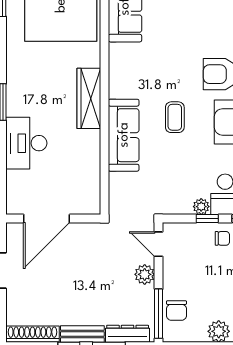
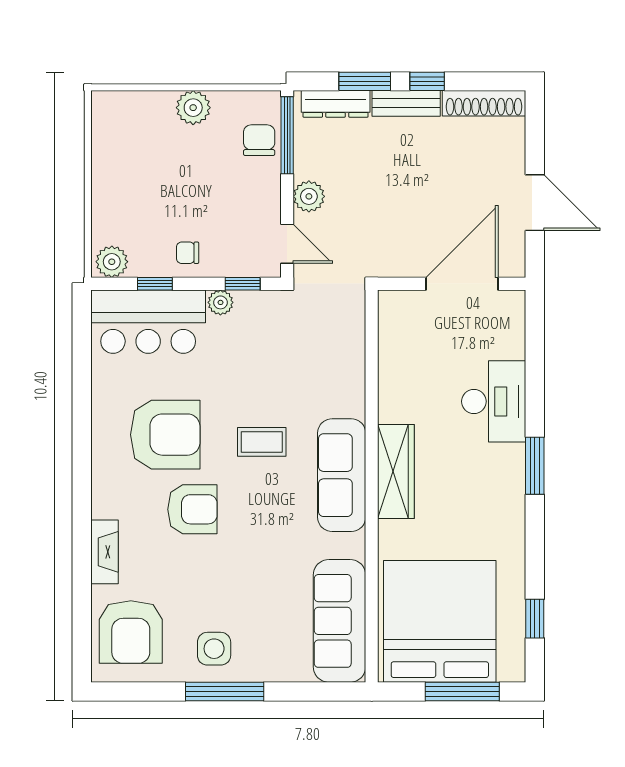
coffee table: (175, 117) -> (262, 442), turned 90
sofa: (124, 135) -> (342, 475), moved
window: (207, 219) -> (243, 284), moved

